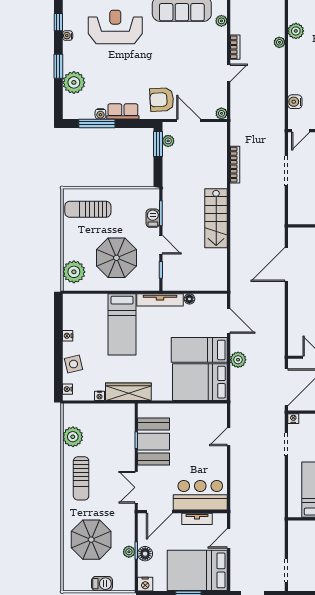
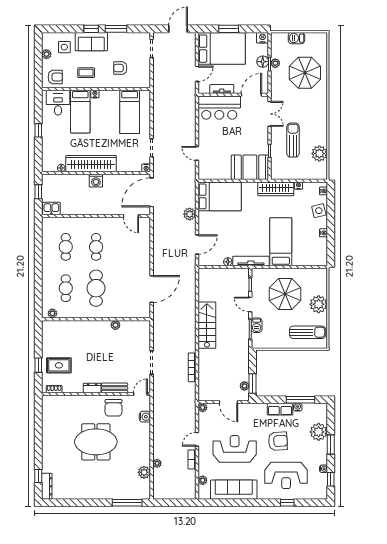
reception desk: (181, 61) -> (235, 449), added
armchair: (162, 100) -> (278, 441), moved
plant: (74, 272) -> (319, 304), moved
door: (229, 321) -> (197, 244), swing flipped
bed: (199, 350) -> (220, 222), removed
door: (229, 437) -> (197, 153), swing flipped
booth: (154, 442) -> (250, 167), moved, turned 90
sun lounger: (81, 478) -> (293, 140), moved

